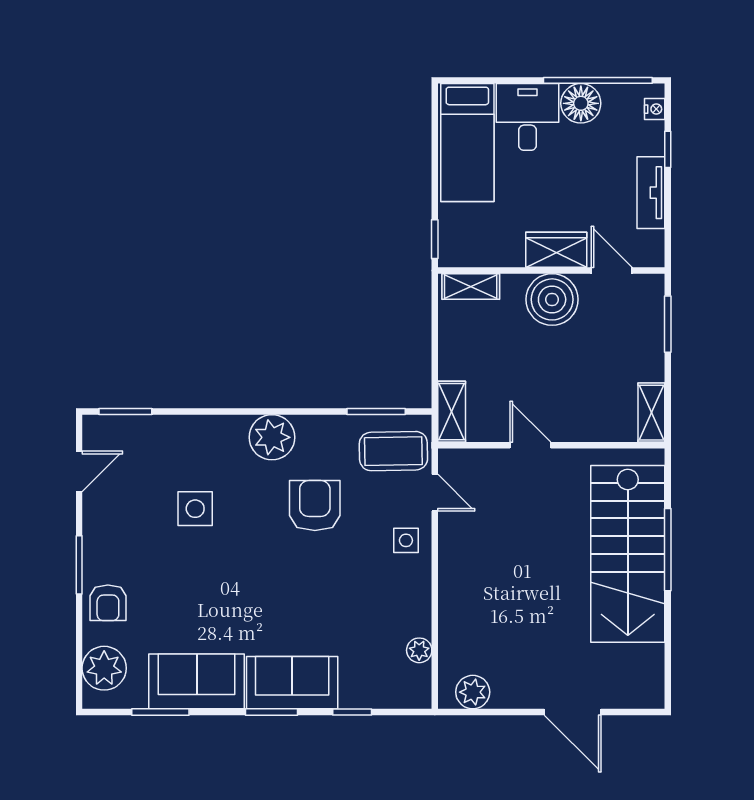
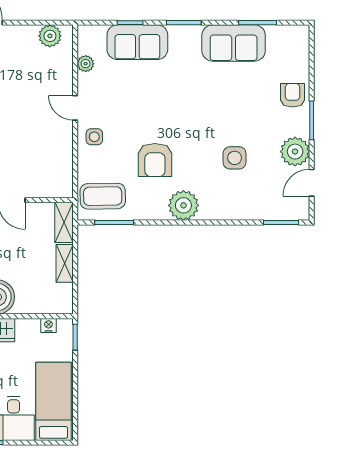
nightstand: (475, 257) -> (49, 325), added
shelving: (471, 286) -> (65, 263), moved, turned 90
door: (435, 493) -> (75, 108), moved
plant: (104, 668) -> (295, 152), moved
sofa: (292, 683) -> (137, 42), moved

